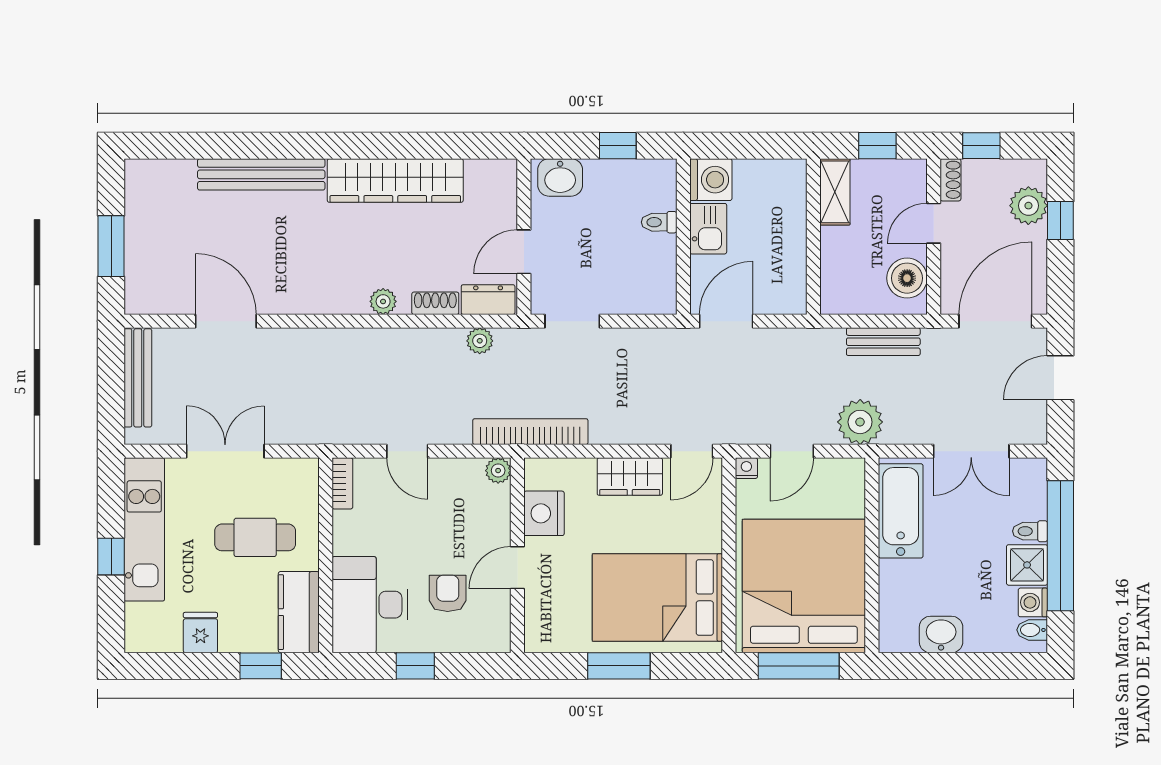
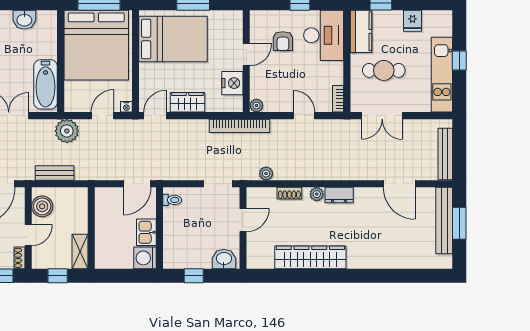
bench: (261, 174) -> (444, 221), moved, turned 90
toilet: (659, 222) -> (172, 200), moved
dresser: (488, 300) -> (339, 195), moved
double door: (225, 451) -> (382, 116), moved

